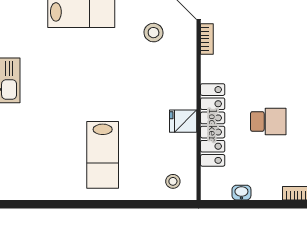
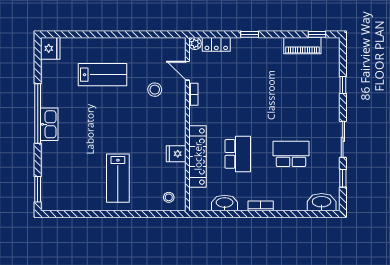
school desk: (268, 121) -> (238, 154), width x1.85
washbasin: (241, 193) -> (225, 203), width x1.91, depth x1.45

